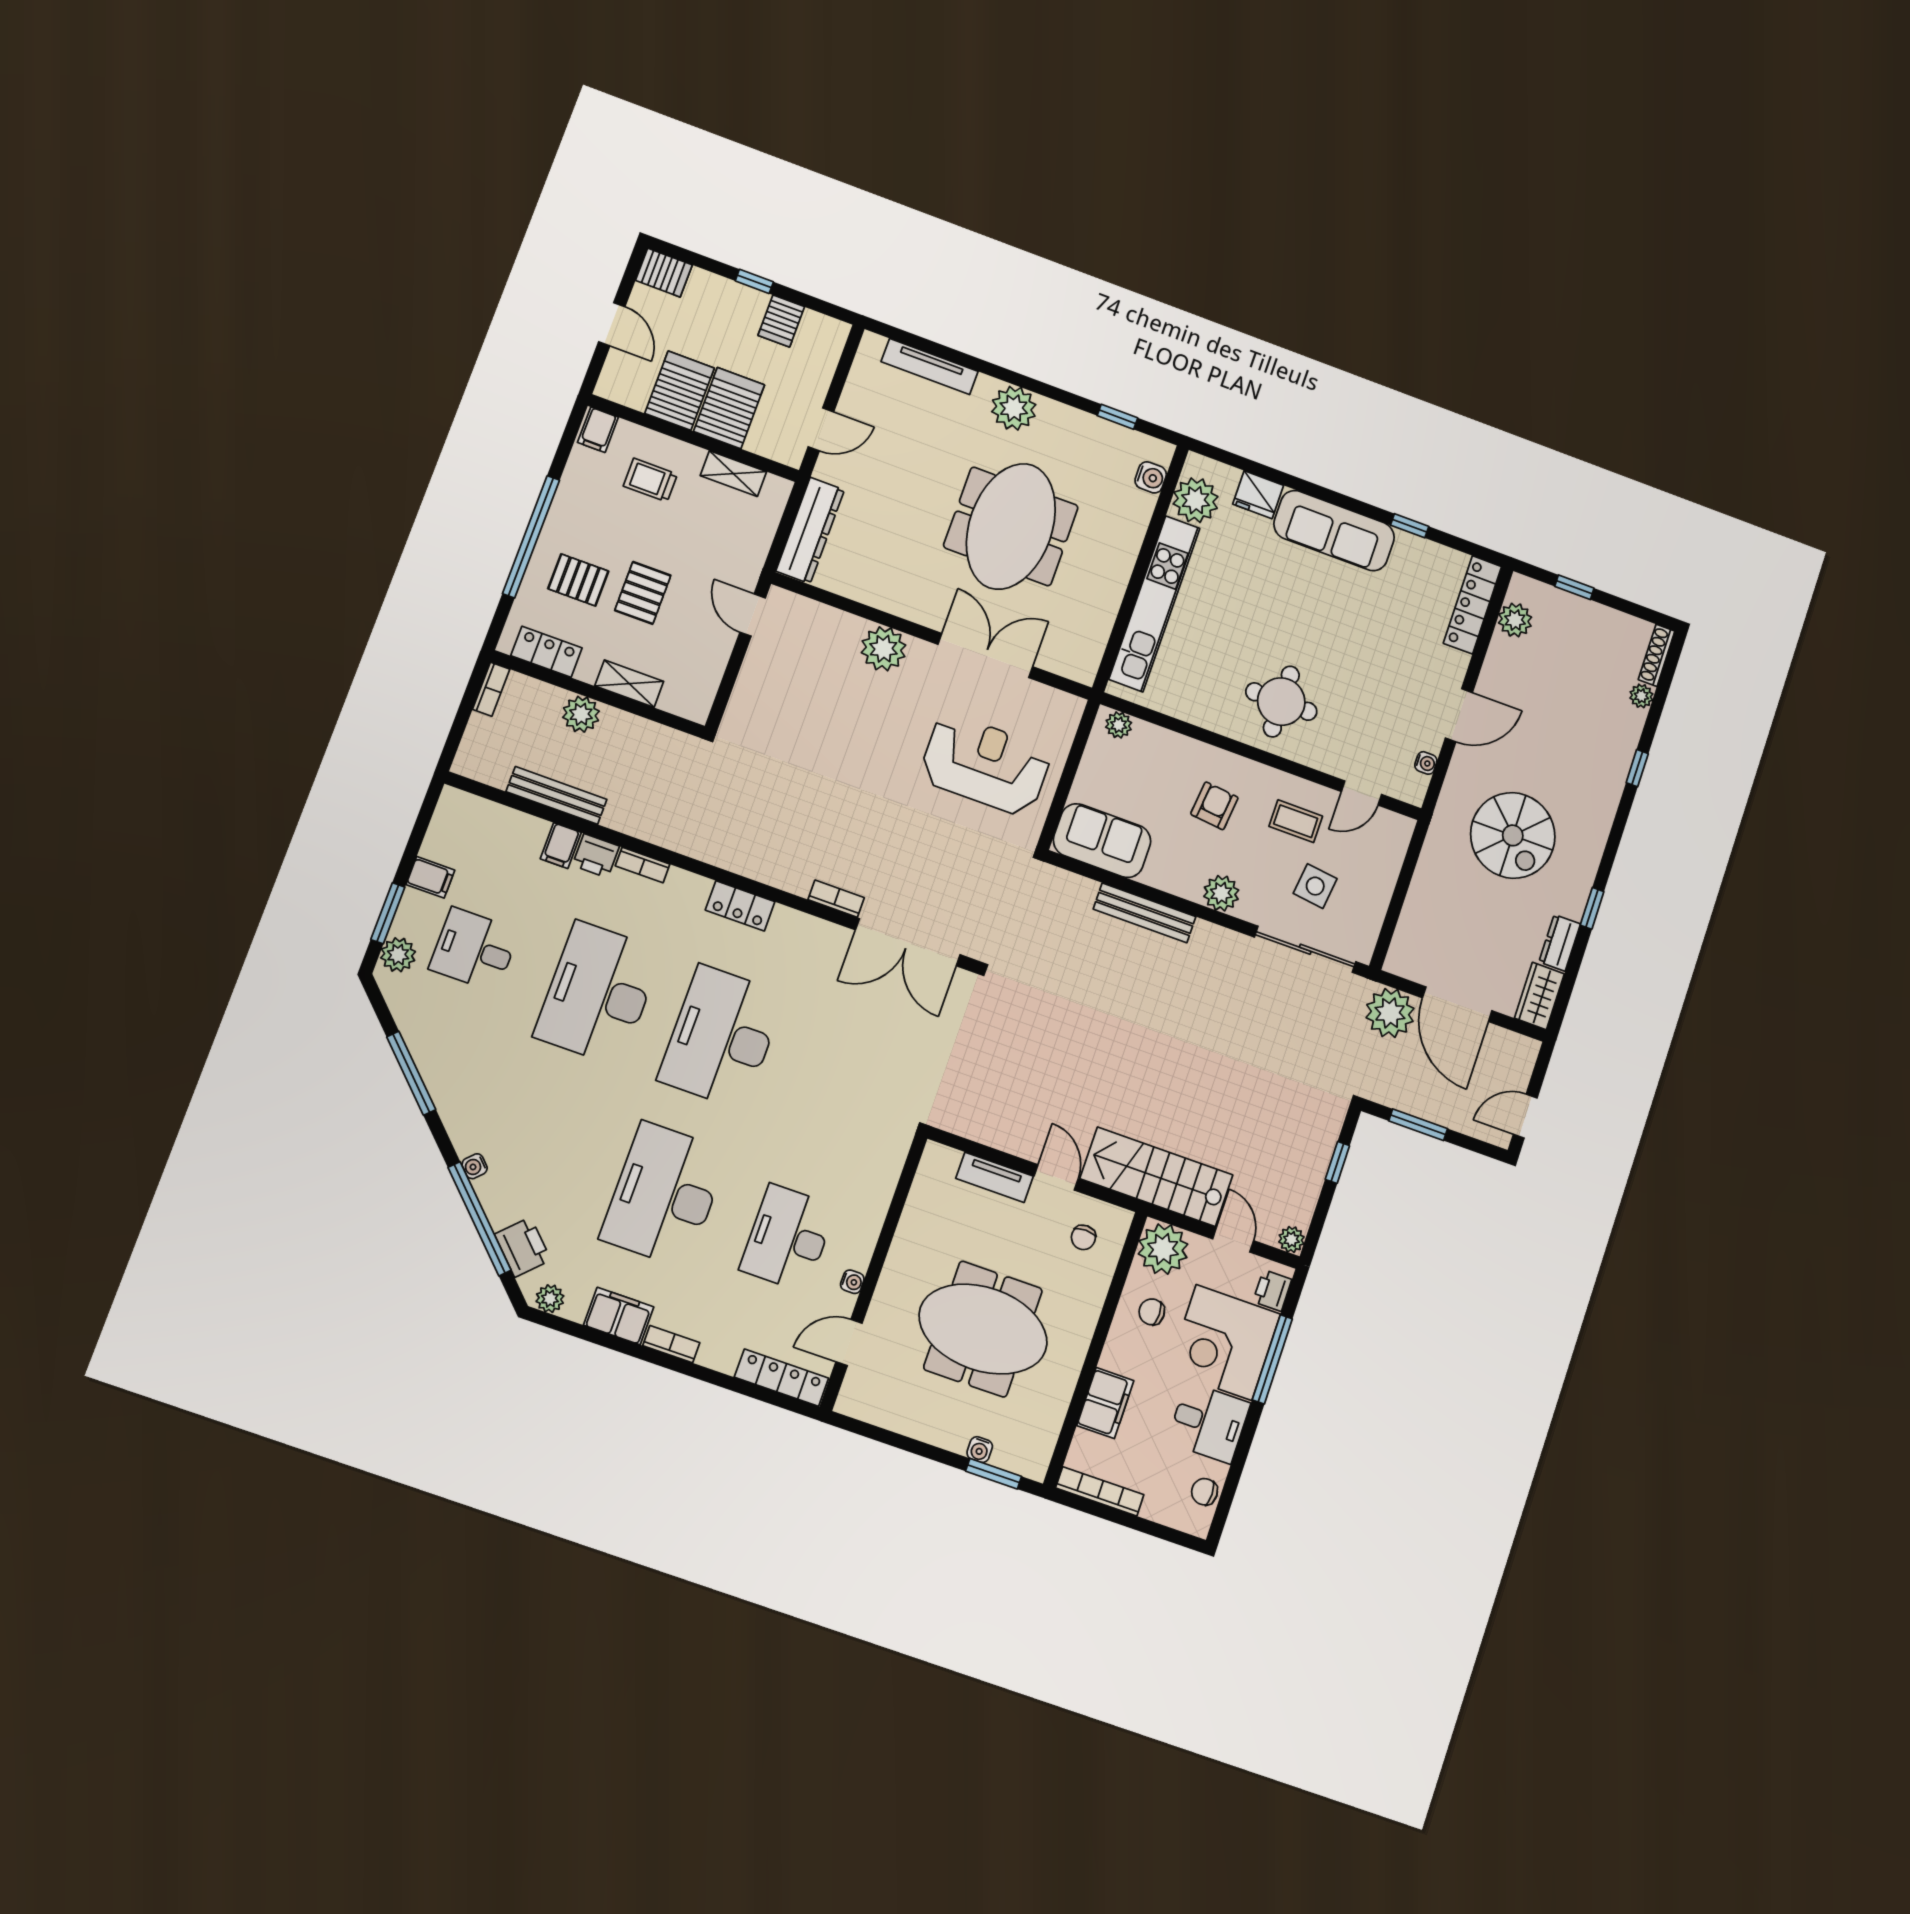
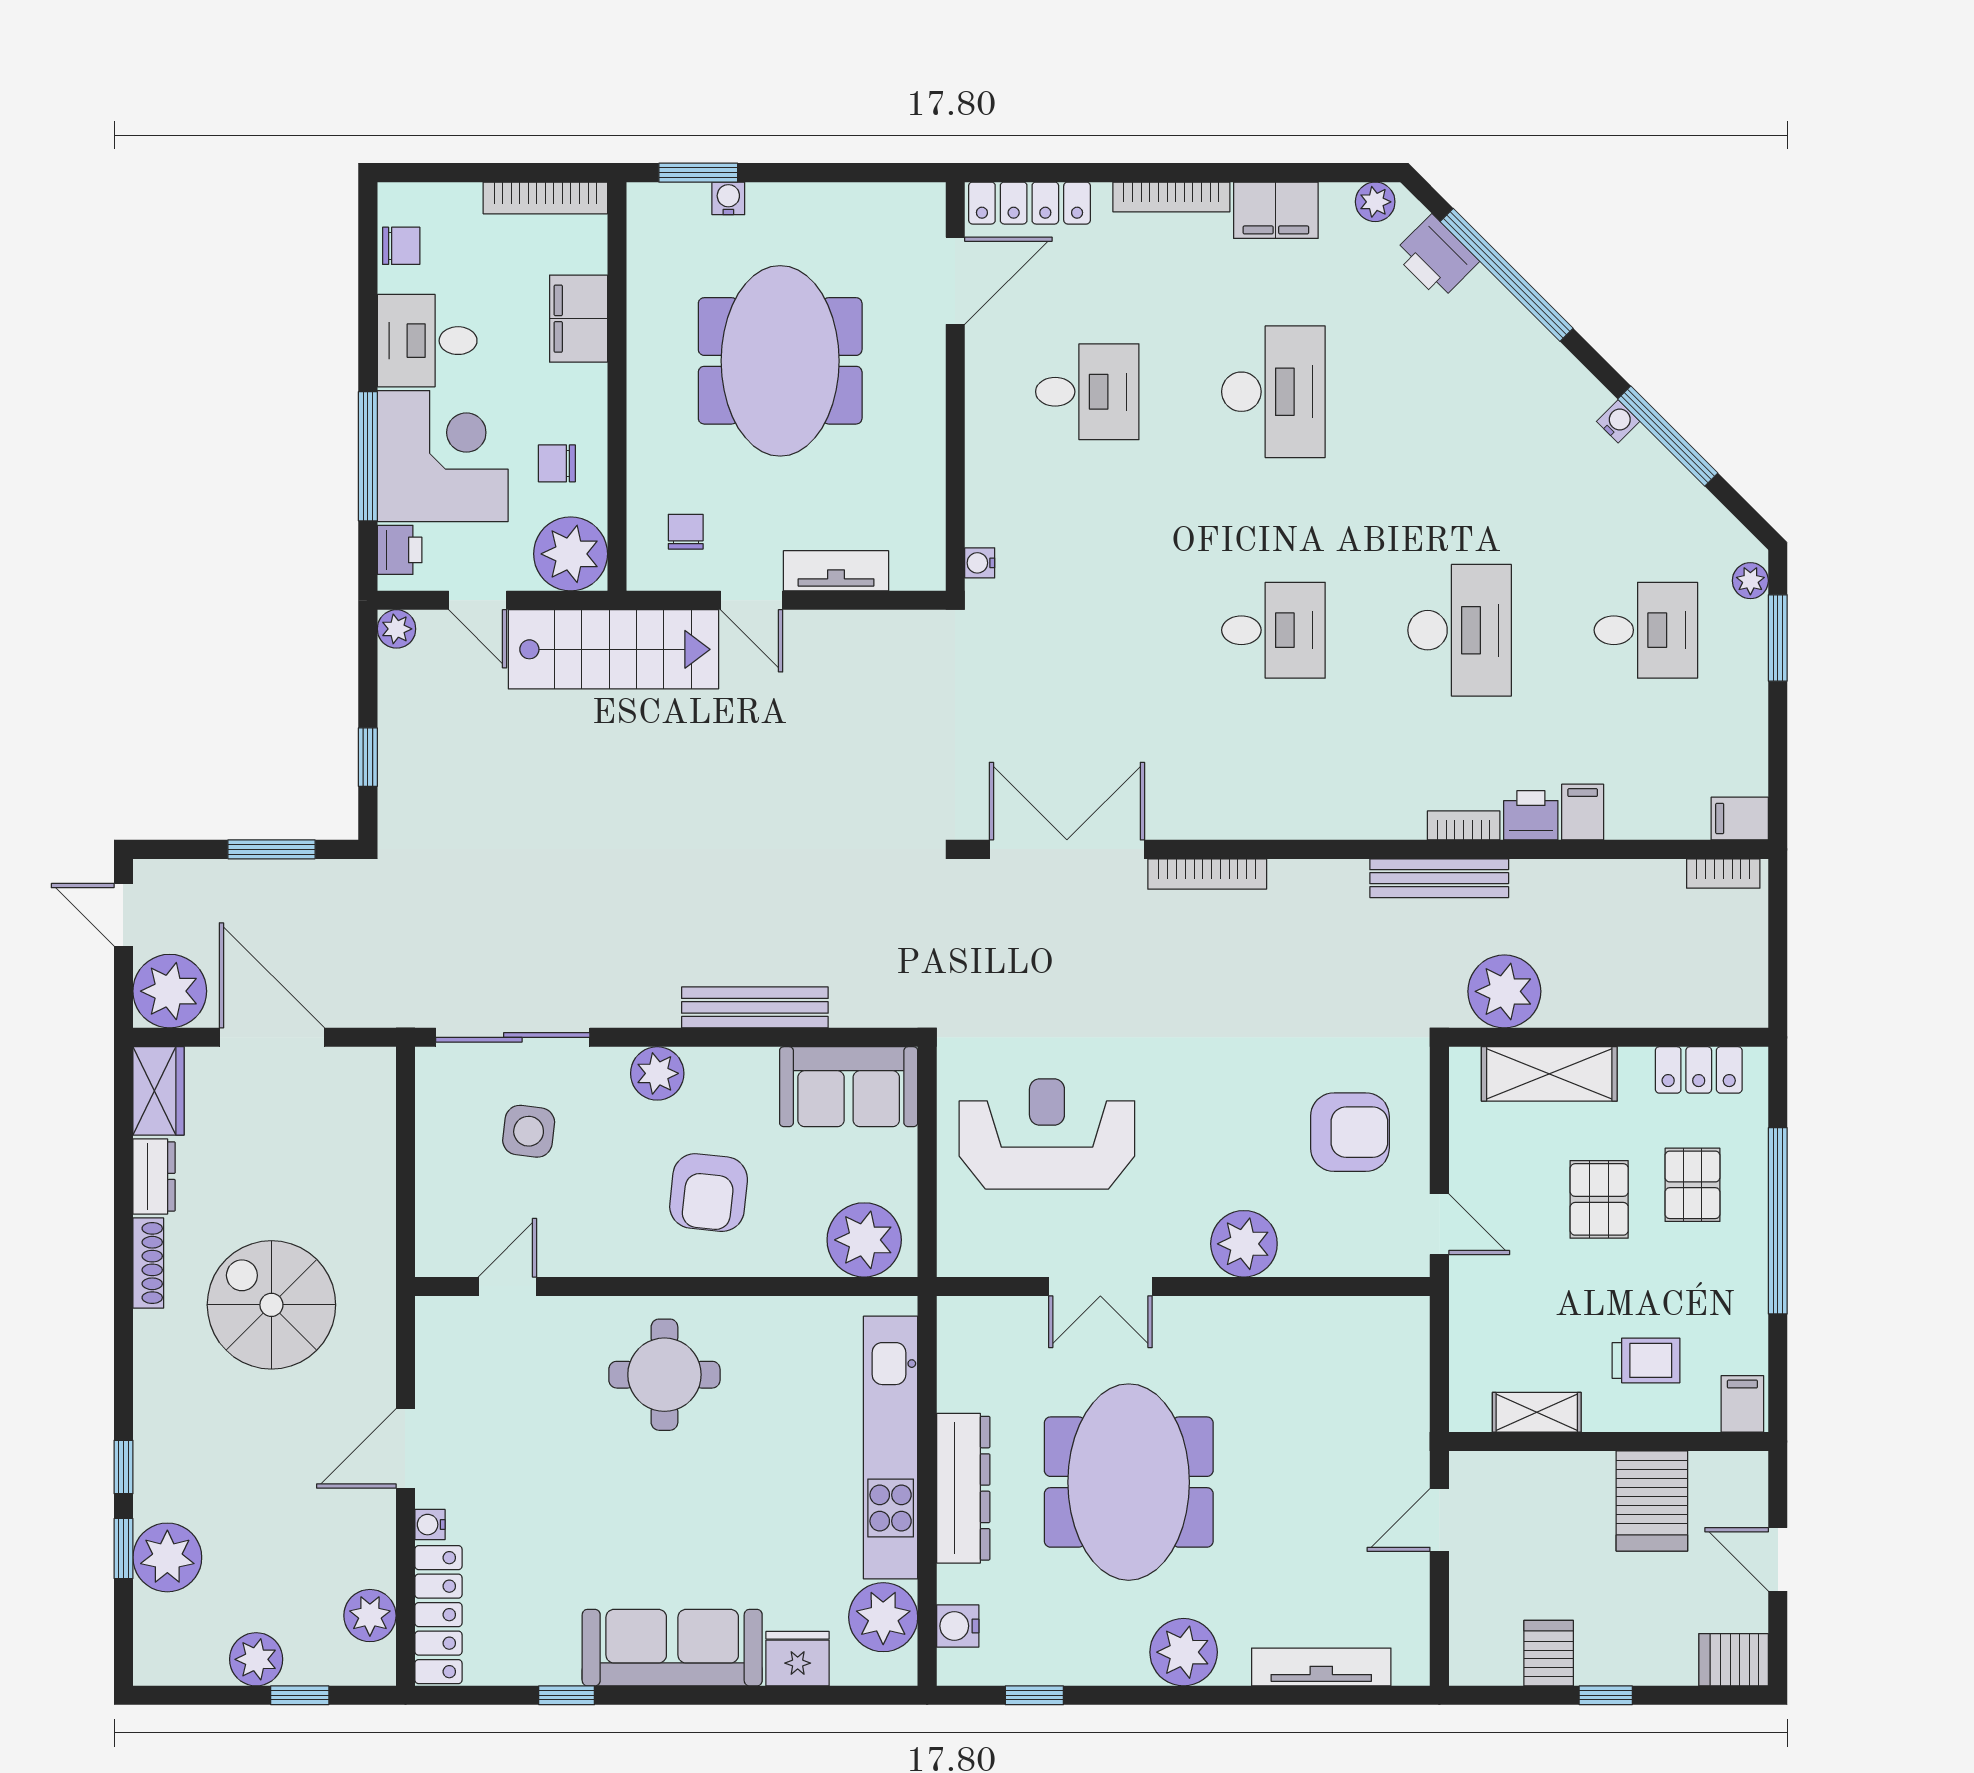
server rack: (729, 408) -> (1576, 1502), removed
dresser: (810, 530) -> (963, 1488), moved, turned 180
pallet: (578, 580) -> (1692, 1185), turned 90
plant: (1594, 619) -> (256, 1659), added
shoe rack: (1657, 655) -> (148, 1263), moved
double door: (985, 656) -> (1100, 1286), width x0.73
shelving: (629, 684) -> (1549, 1074), width x1.50, depth x1.33
bookcase: (491, 689) -> (1723, 873), moved, turned -90
armchair: (789, 695) -> (1350, 1132), added
plant: (1641, 696) -> (167, 1557), width x1.88, depth x1.88
plant: (581, 714) -> (1504, 991), moved, width x1.36, depth x1.36
plant: (1119, 725) -> (864, 1240), width x1.87, depth x1.87
water cooler: (1426, 763) -> (430, 1525), moved
reception desk: (985, 764) -> (1047, 1134), turned 180
bench: (556, 795) -> (1439, 878), moved
armchair: (1214, 806) -> (709, 1193), width x1.38, depth x1.38
coffee table: (1296, 821) -> (587, 1213), removed
filing cabinet: (430, 877) -> (1740, 819), moved
bookcase: (836, 899) -> (1207, 874), width x1.56
locker: (740, 906) -> (1312, 817), removed
window: (1592, 908) -> (123, 1549), moved
plant: (398, 955) -> (1750, 581), width x0.73, depth x0.73
desk: (598, 993) -> (1460, 630), width x0.73, depth x0.77
plant: (1390, 1013) -> (170, 991), moved
desk: (721, 1037) -> (1273, 630), width x0.53, depth x0.77
door: (1525, 1116) -> (123, 915), swing flipped
water cooler: (475, 1166) -> (1618, 421), moved
desk: (664, 1195) -> (1273, 392), width x0.73, depth x0.77
desk: (788, 1238) -> (1087, 392), width x0.73
water cooler: (852, 1282) -> (980, 563), moved
chair: (1152, 1312) -> (557, 463), turned 180
meeting table: (983, 1329) -> (780, 361), turned 90
door: (849, 1342) -> (955, 281), width x1.37
bookcase: (671, 1344) -> (1171, 197), width x1.56

